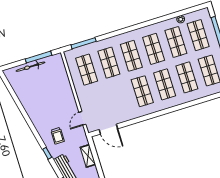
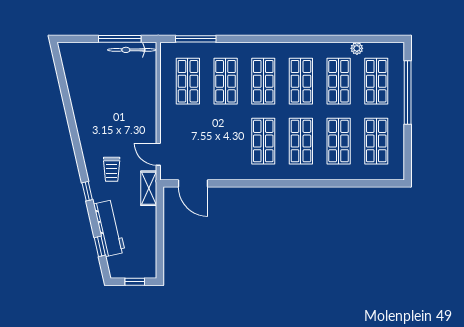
bicycle: (30, 67) -> (132, 50), moved
door: (82, 118) -> (158, 154), hinge flipped
shelving: (88, 156) -> (149, 188), moved

